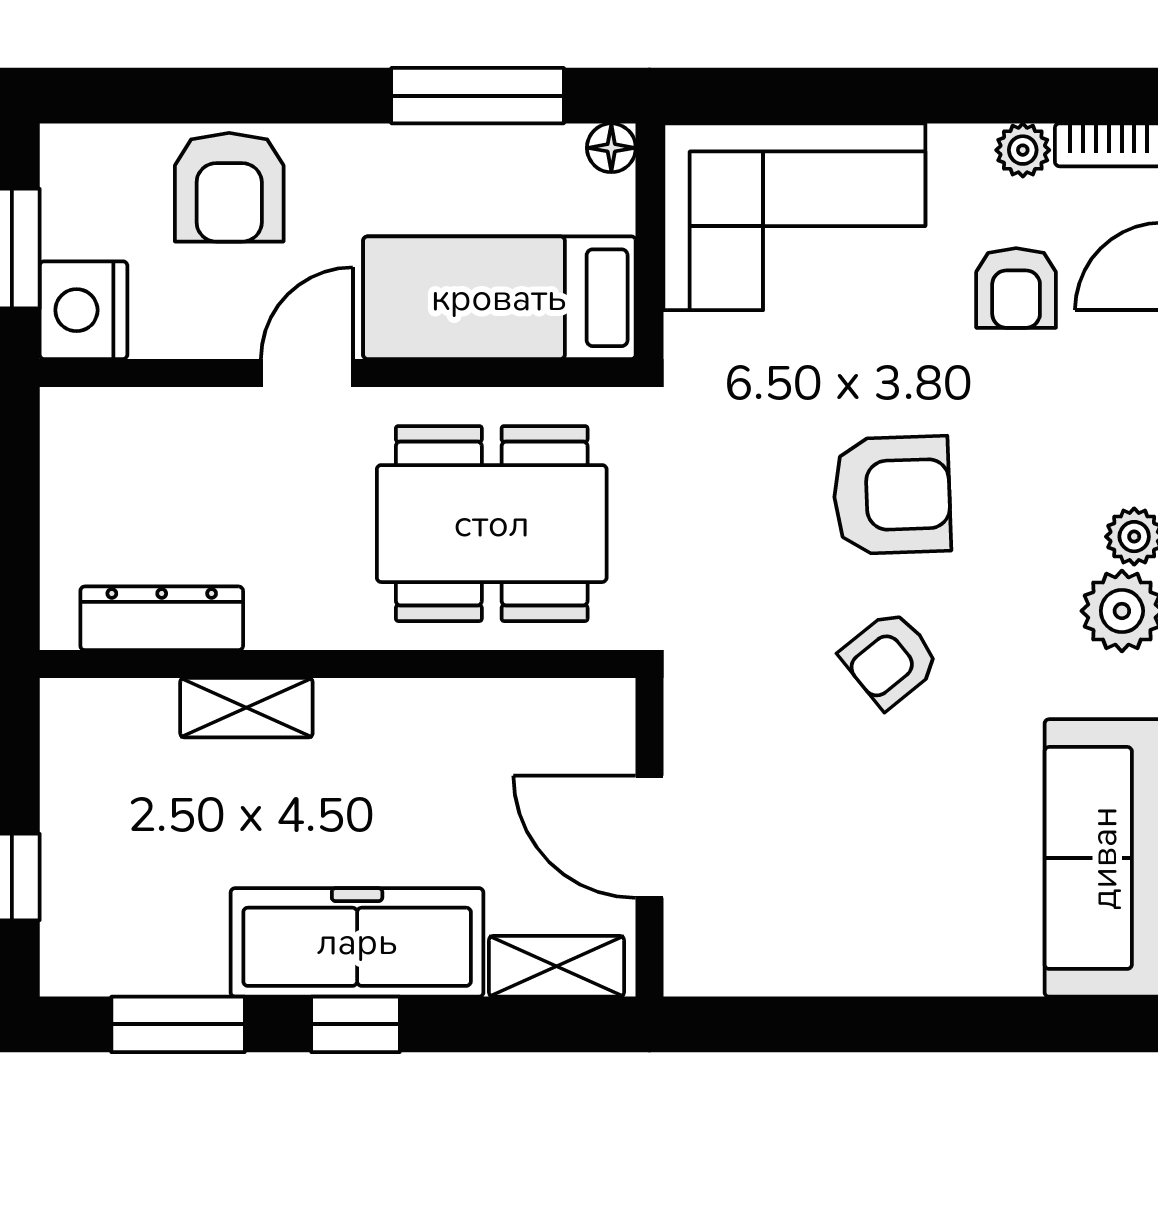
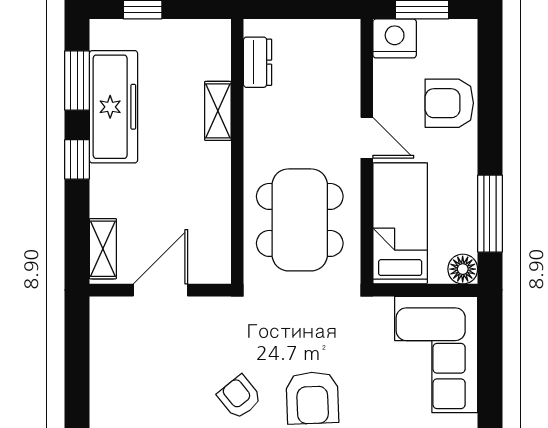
floor lamp: (611, 148) -> (463, 269), width x1.37, depth x1.37
dresser: (162, 618) -> (258, 62), width x0.70
freezer: (357, 942) -> (114, 107), moved

